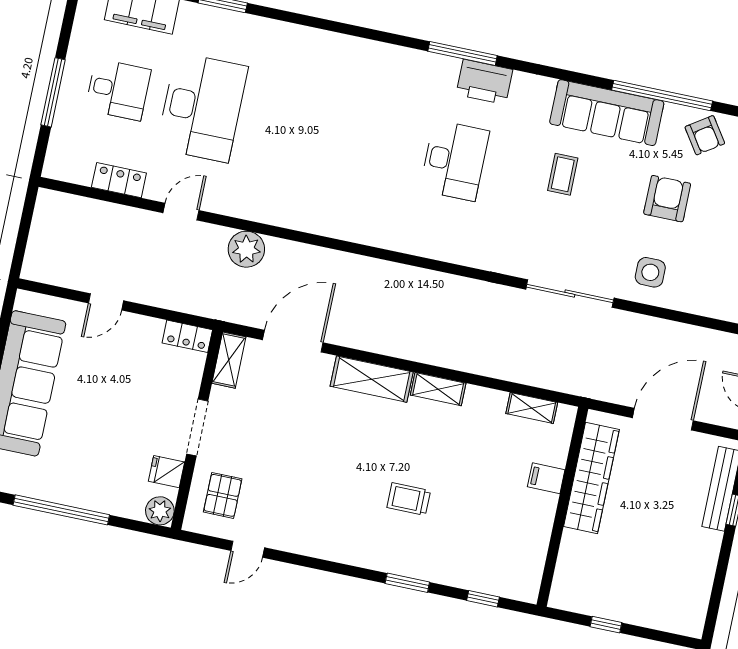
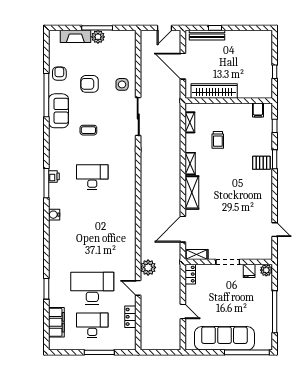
water cooler: (387, 56) -> (54, 215), added
printer: (484, 82) -> (54, 176), width x0.53, depth x0.68
desk: (118, 90) -> (92, 325), width x1.37
sofa: (607, 113) -> (59, 111), width x0.73
armchair: (705, 135) -> (59, 74), turned -56
plant: (246, 249) -> (148, 267), moved
door: (293, 341) -> (183, 229), hinge flipped
filing cabinet: (546, 478) -> (258, 110), moved
pallet: (223, 495) -> (261, 163), moved
trolley: (409, 499) -> (218, 140), moved

